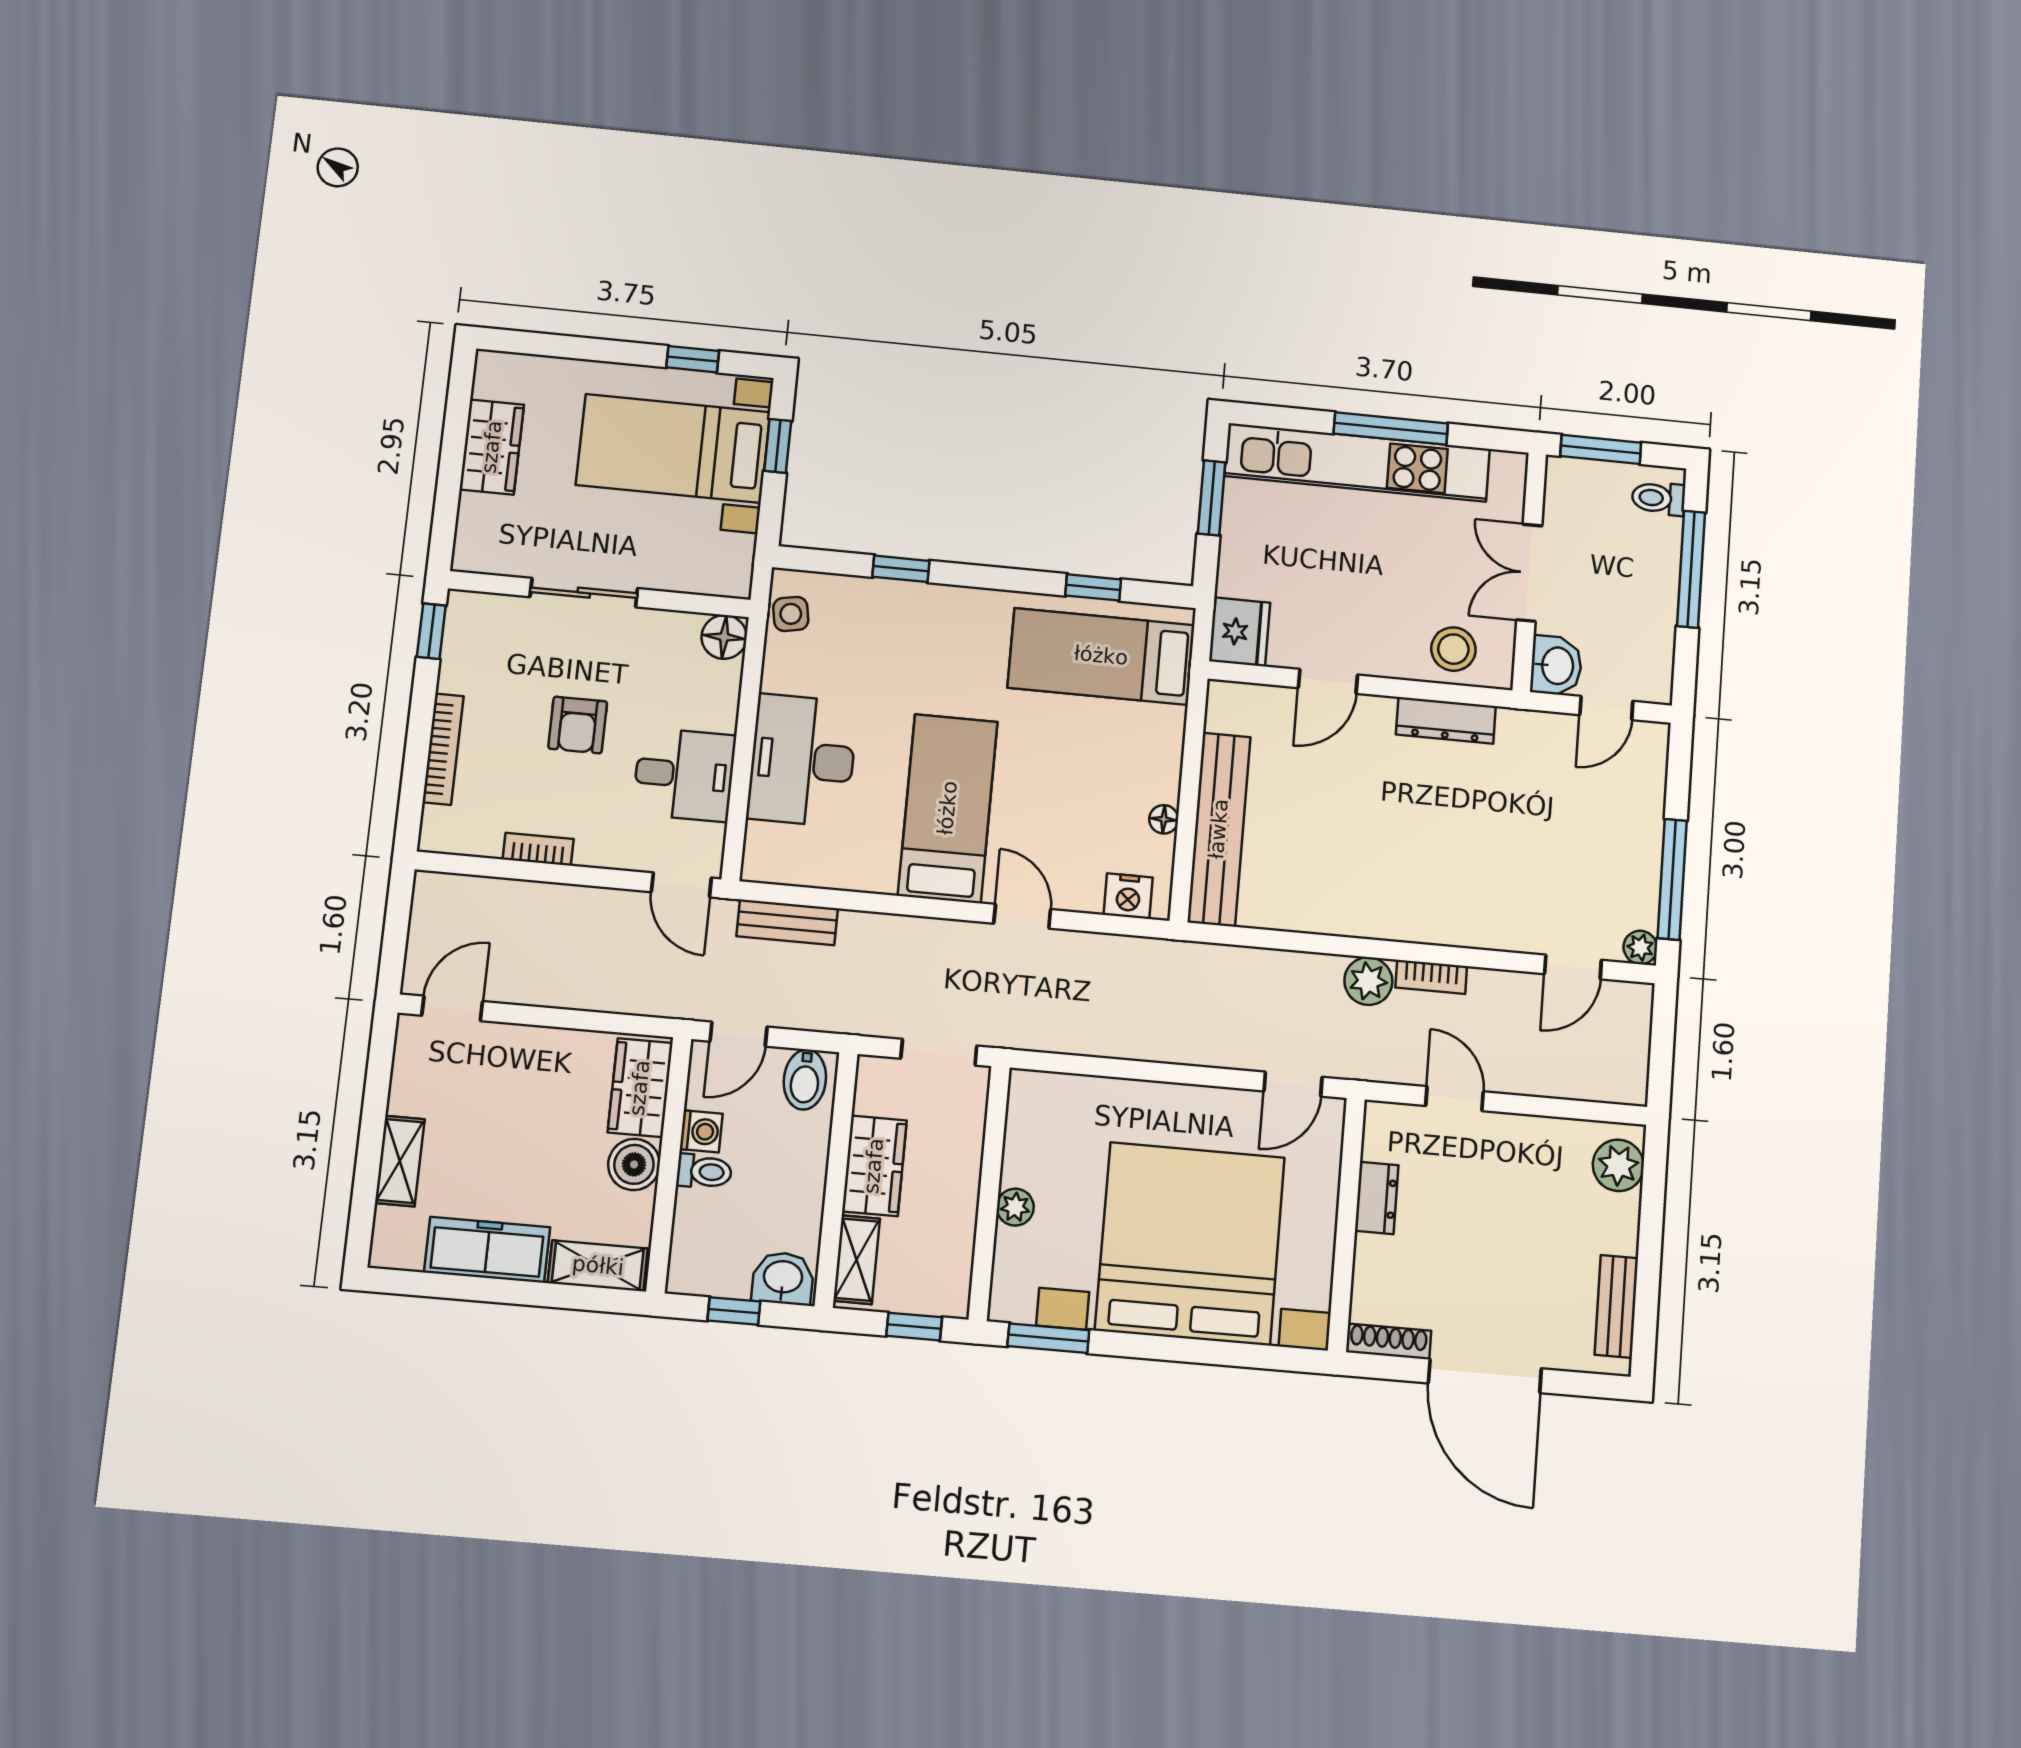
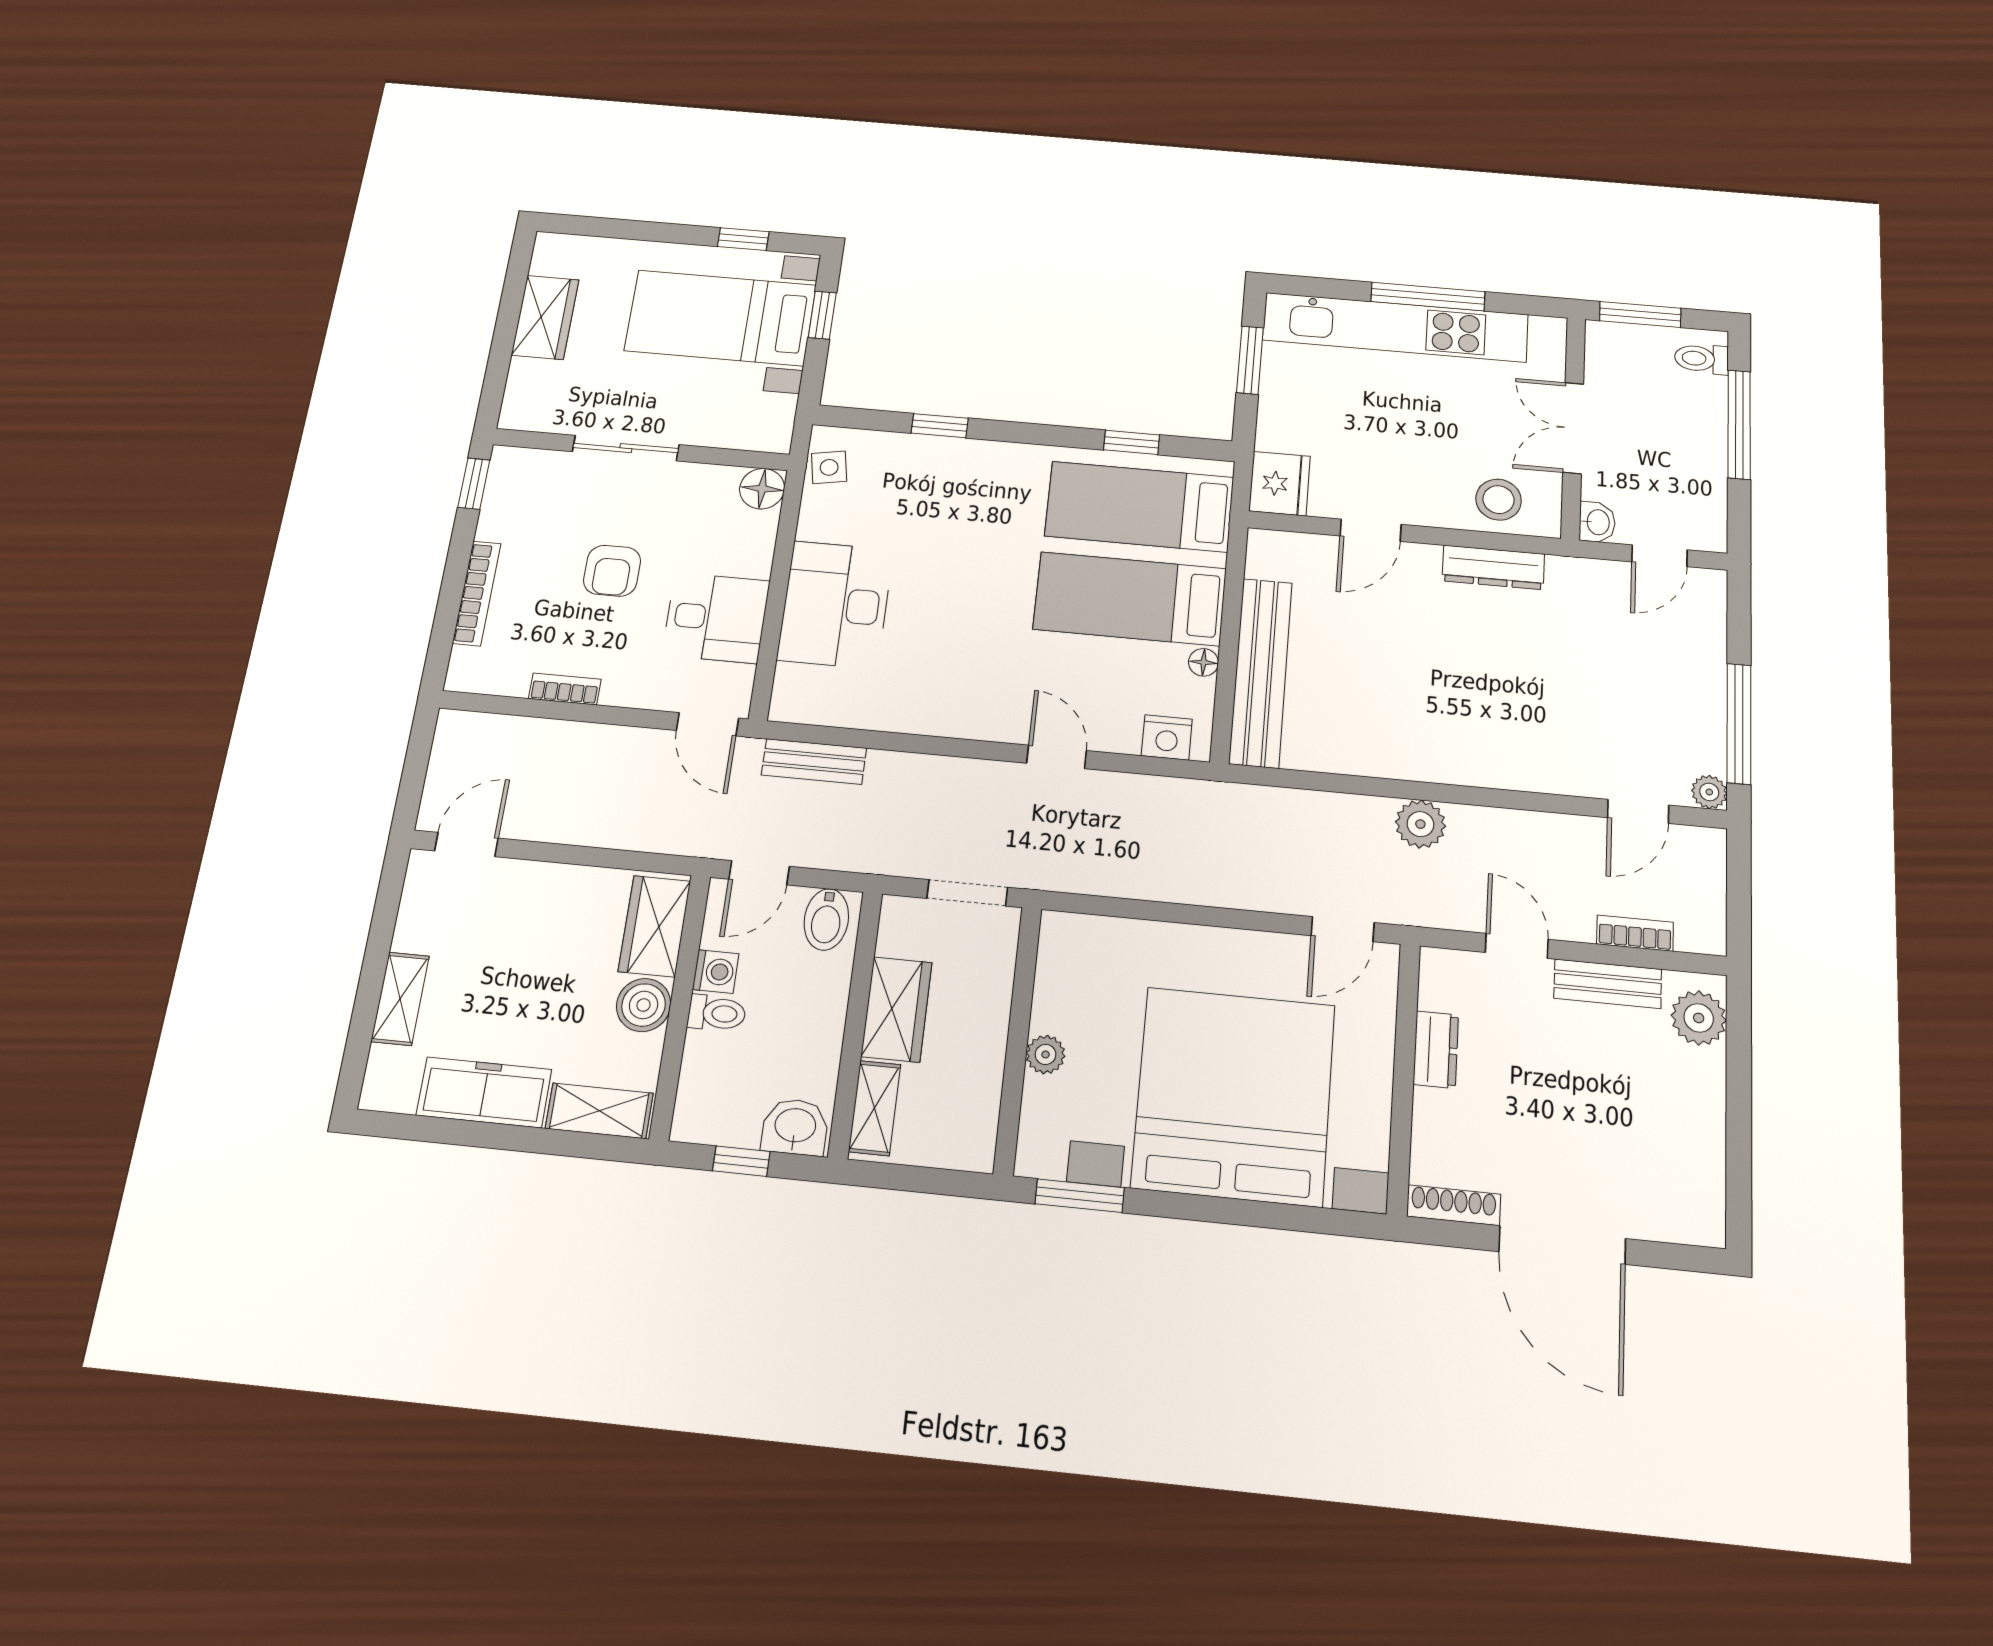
washbasin: (1556, 666) -> (1597, 522), width x0.72, depth x0.69
bed: (948, 808) -> (1130, 599), moved, turned -90
bookcase: (1431, 977) -> (1635, 933), moved, turned 180
bench: (1616, 1306) -> (1608, 984), moved, turned 90
window: (914, 1327) -> (934, 1181), removed

